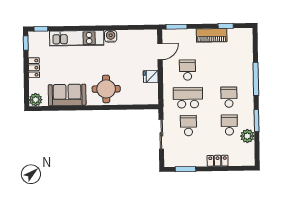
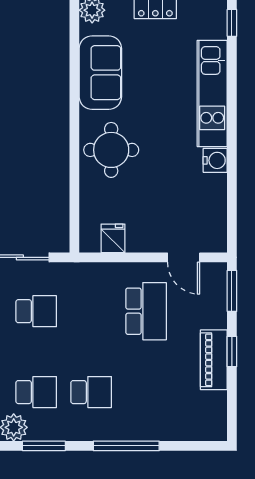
window: (226, 26) -> (232, 351), moved
school desk: (188, 70) -> (146, 311), width x1.85
fridge: (151, 76) -> (113, 238), moved
school desk: (188, 98) -> (91, 311), removed

